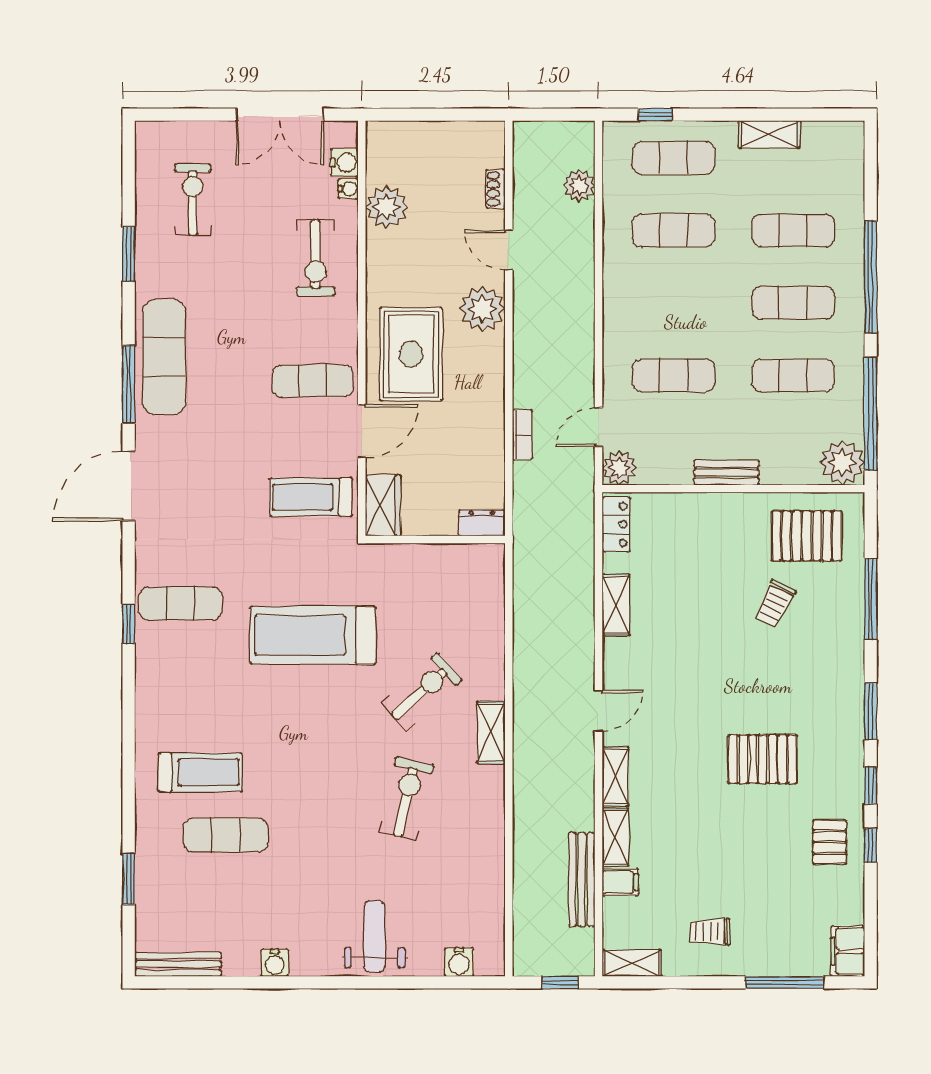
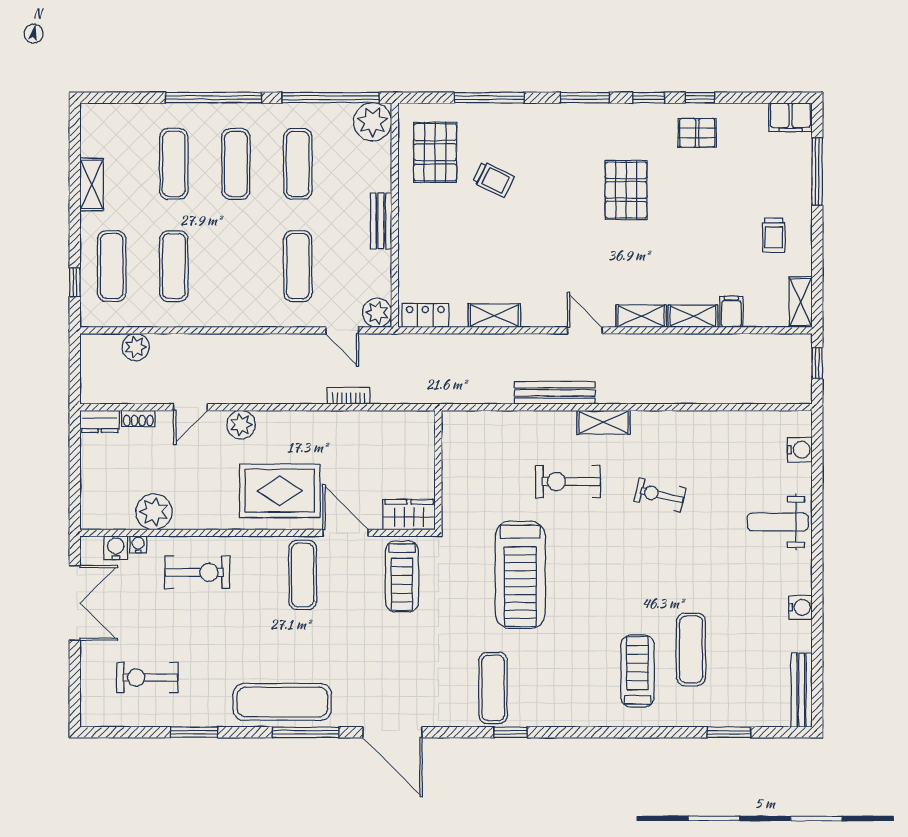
plant: (482, 309) -> (241, 425), width x0.73, depth x0.73
dresser: (482, 523) -> (100, 421), moved, turned -90
exercise bike: (422, 691) -> (568, 482), turned -48
exercise bike: (406, 799) -> (660, 495), width x0.73, depth x0.72
bench: (582, 880) -> (555, 393), moved

